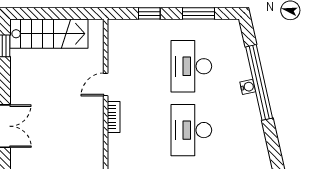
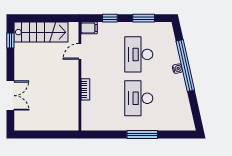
filing cabinet: (119, 28) -> (89, 28), added
door: (106, 85) -> (80, 51), moved

